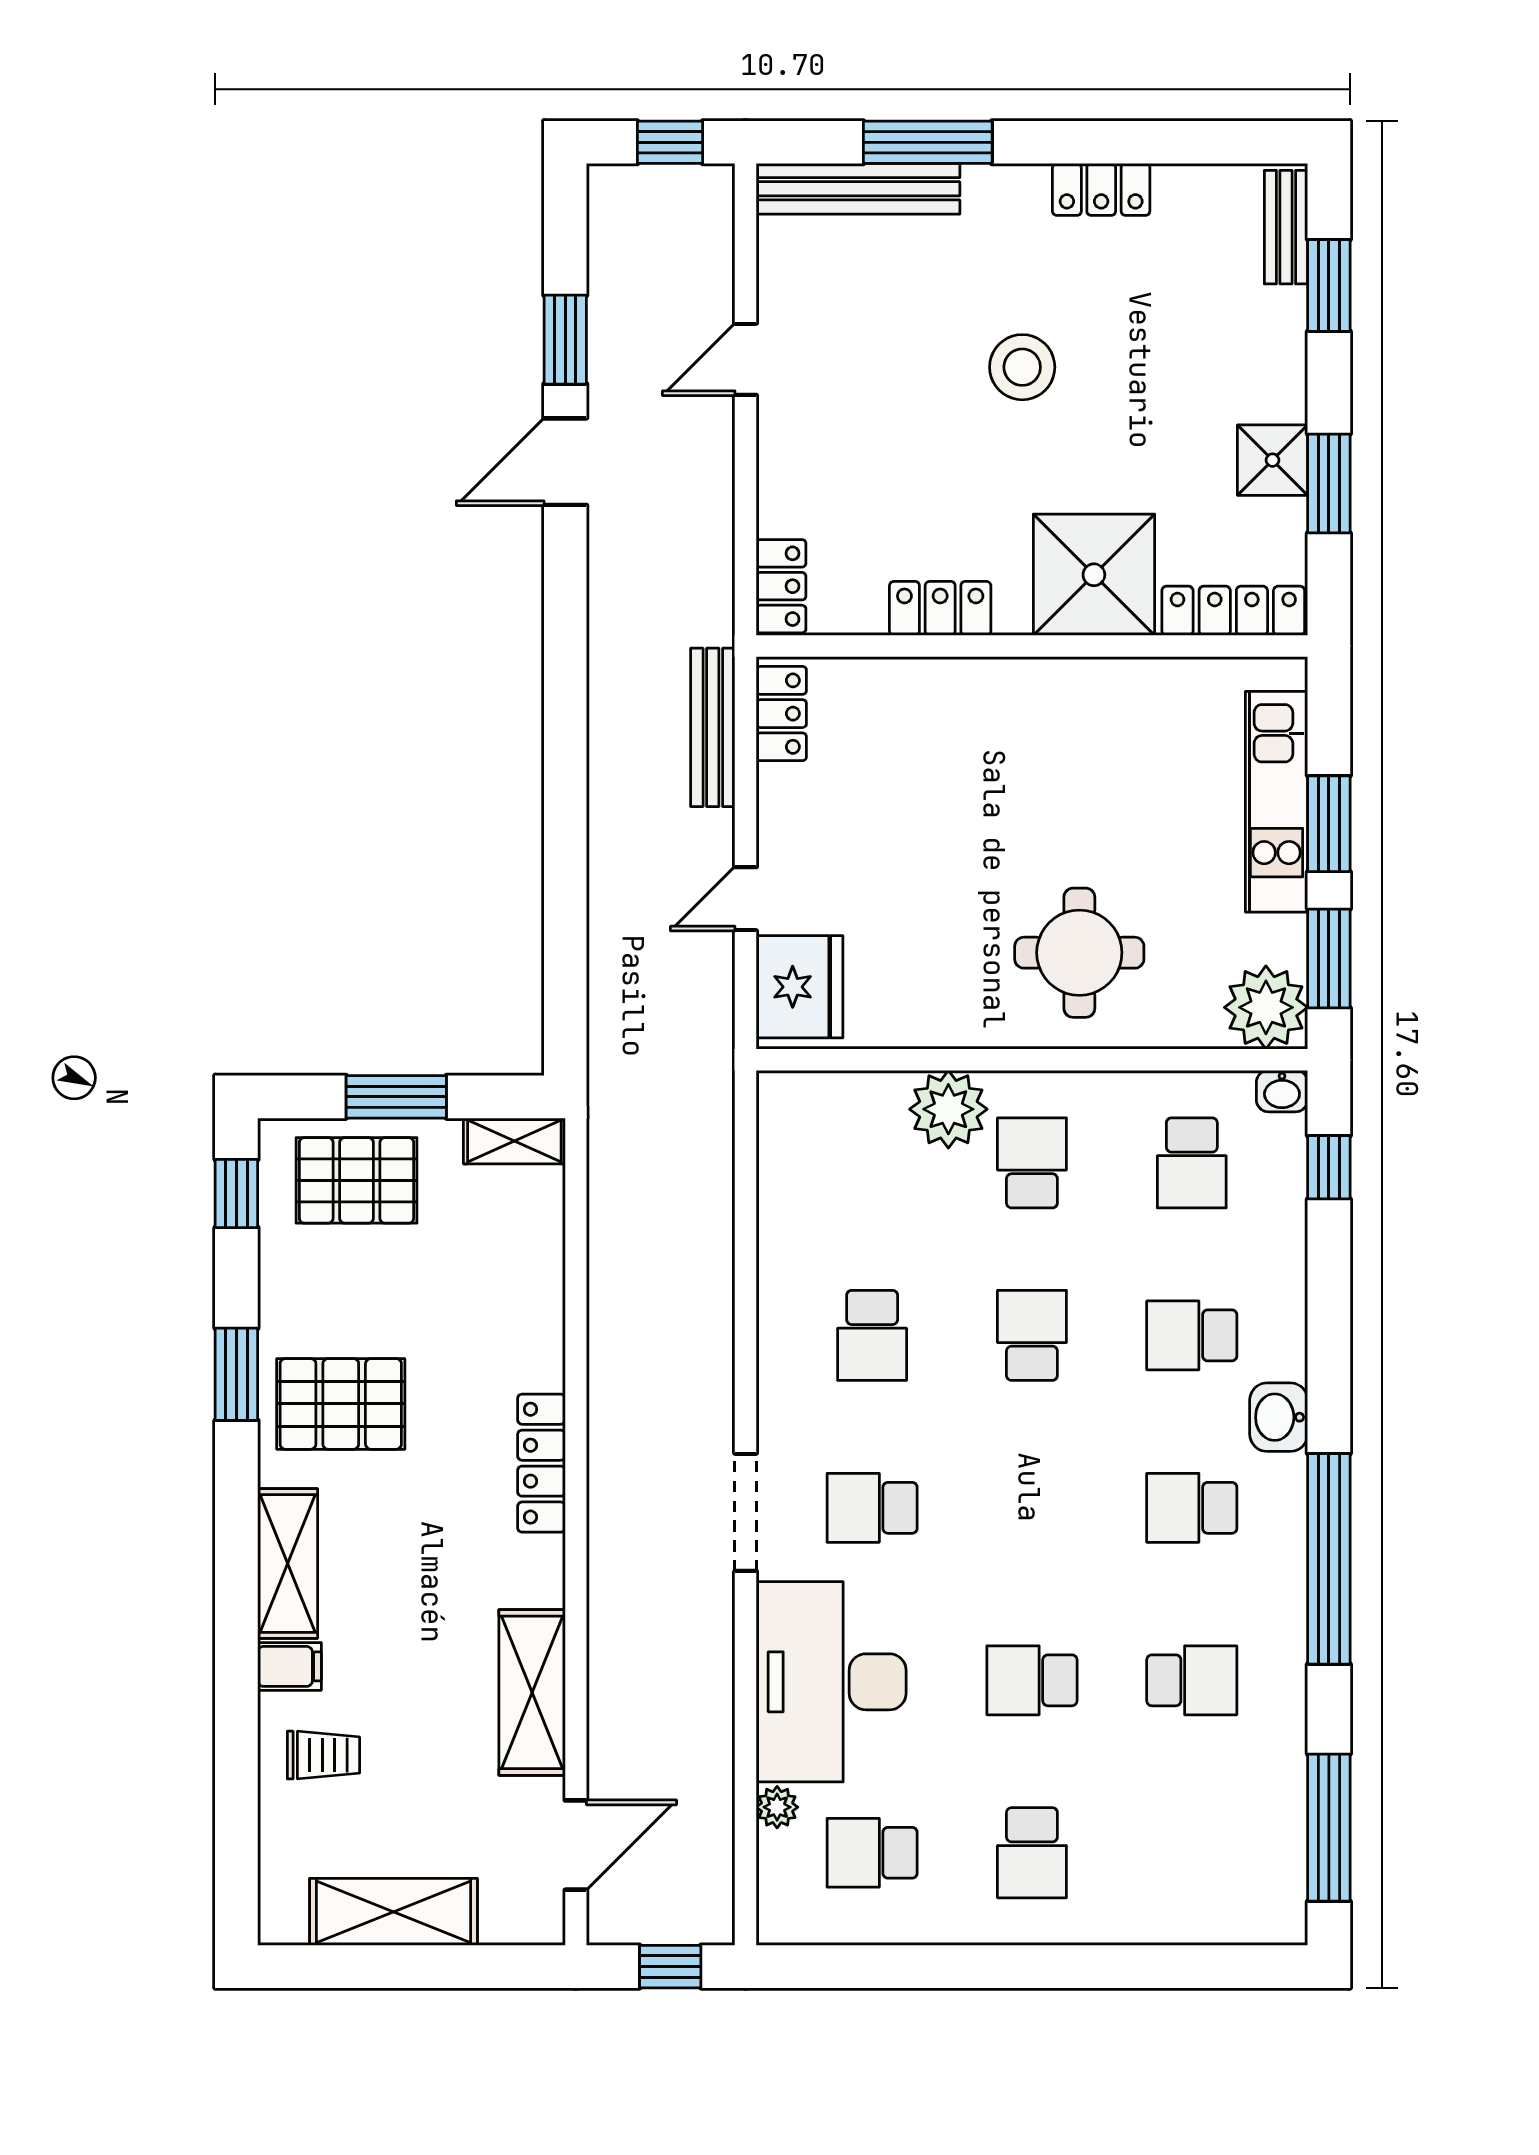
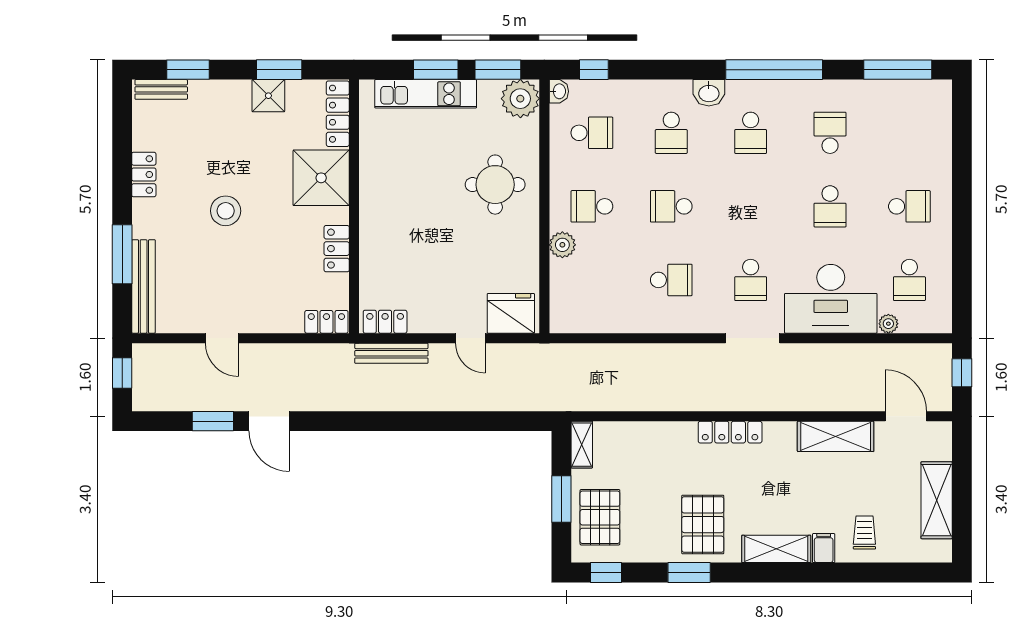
plant: (948, 1109) -> (562, 245), width x0.73, depth x0.73

